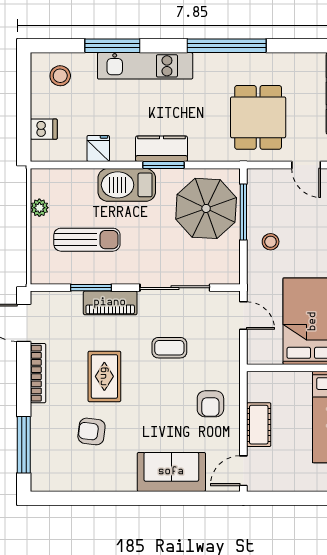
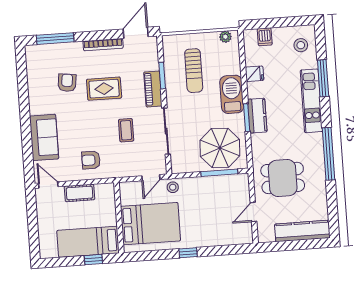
plant: (39, 208) -> (225, 37), moved
stool: (271, 242) -> (173, 187), moved

